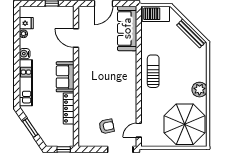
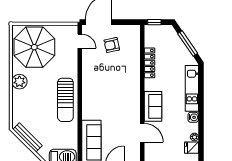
sun lounger: (153, 71) -> (65, 100), width x1.36, depth x1.34
sofa: (65, 77) -> (153, 106), moved
window: (30, 128) -> (188, 43), width x1.44
door: (139, 130) -> (80, 41), hinge flipped

